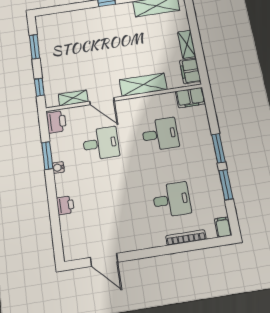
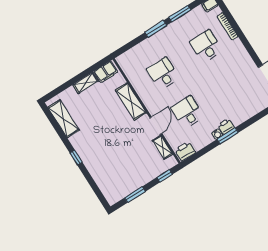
filing cabinet: (190, 98) -> (126, 63), removed
window: (47, 155) -> (228, 136), moved
printer: (65, 205) -> (226, 126), moved

